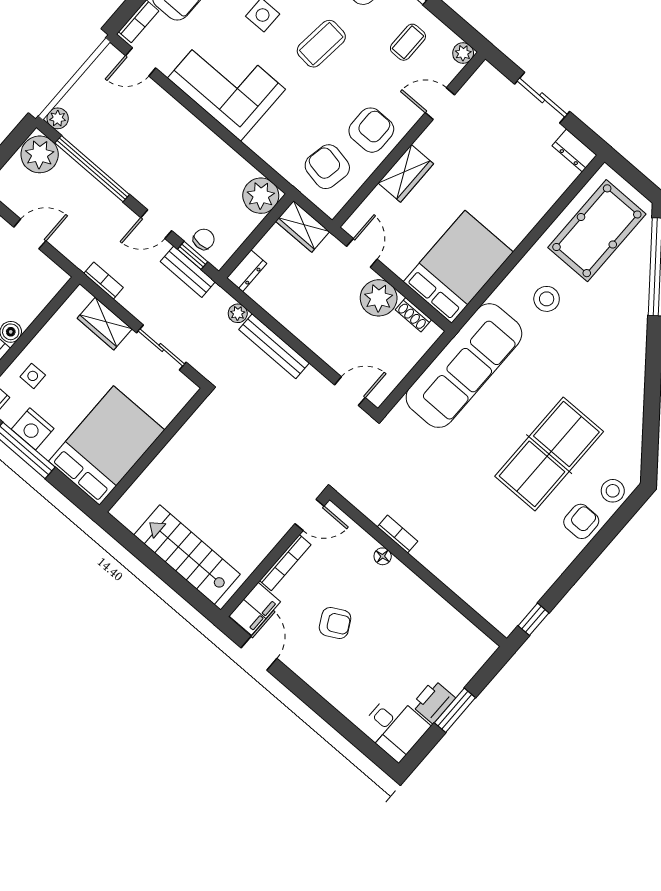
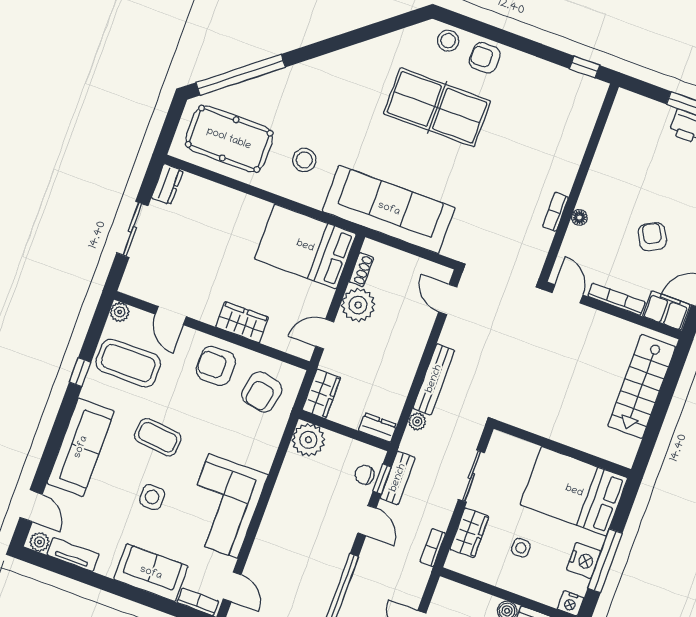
coffee table: (408, 42) -> (128, 363), width x1.86, depth x1.72
side table: (33, 376) -> (521, 548), moved

